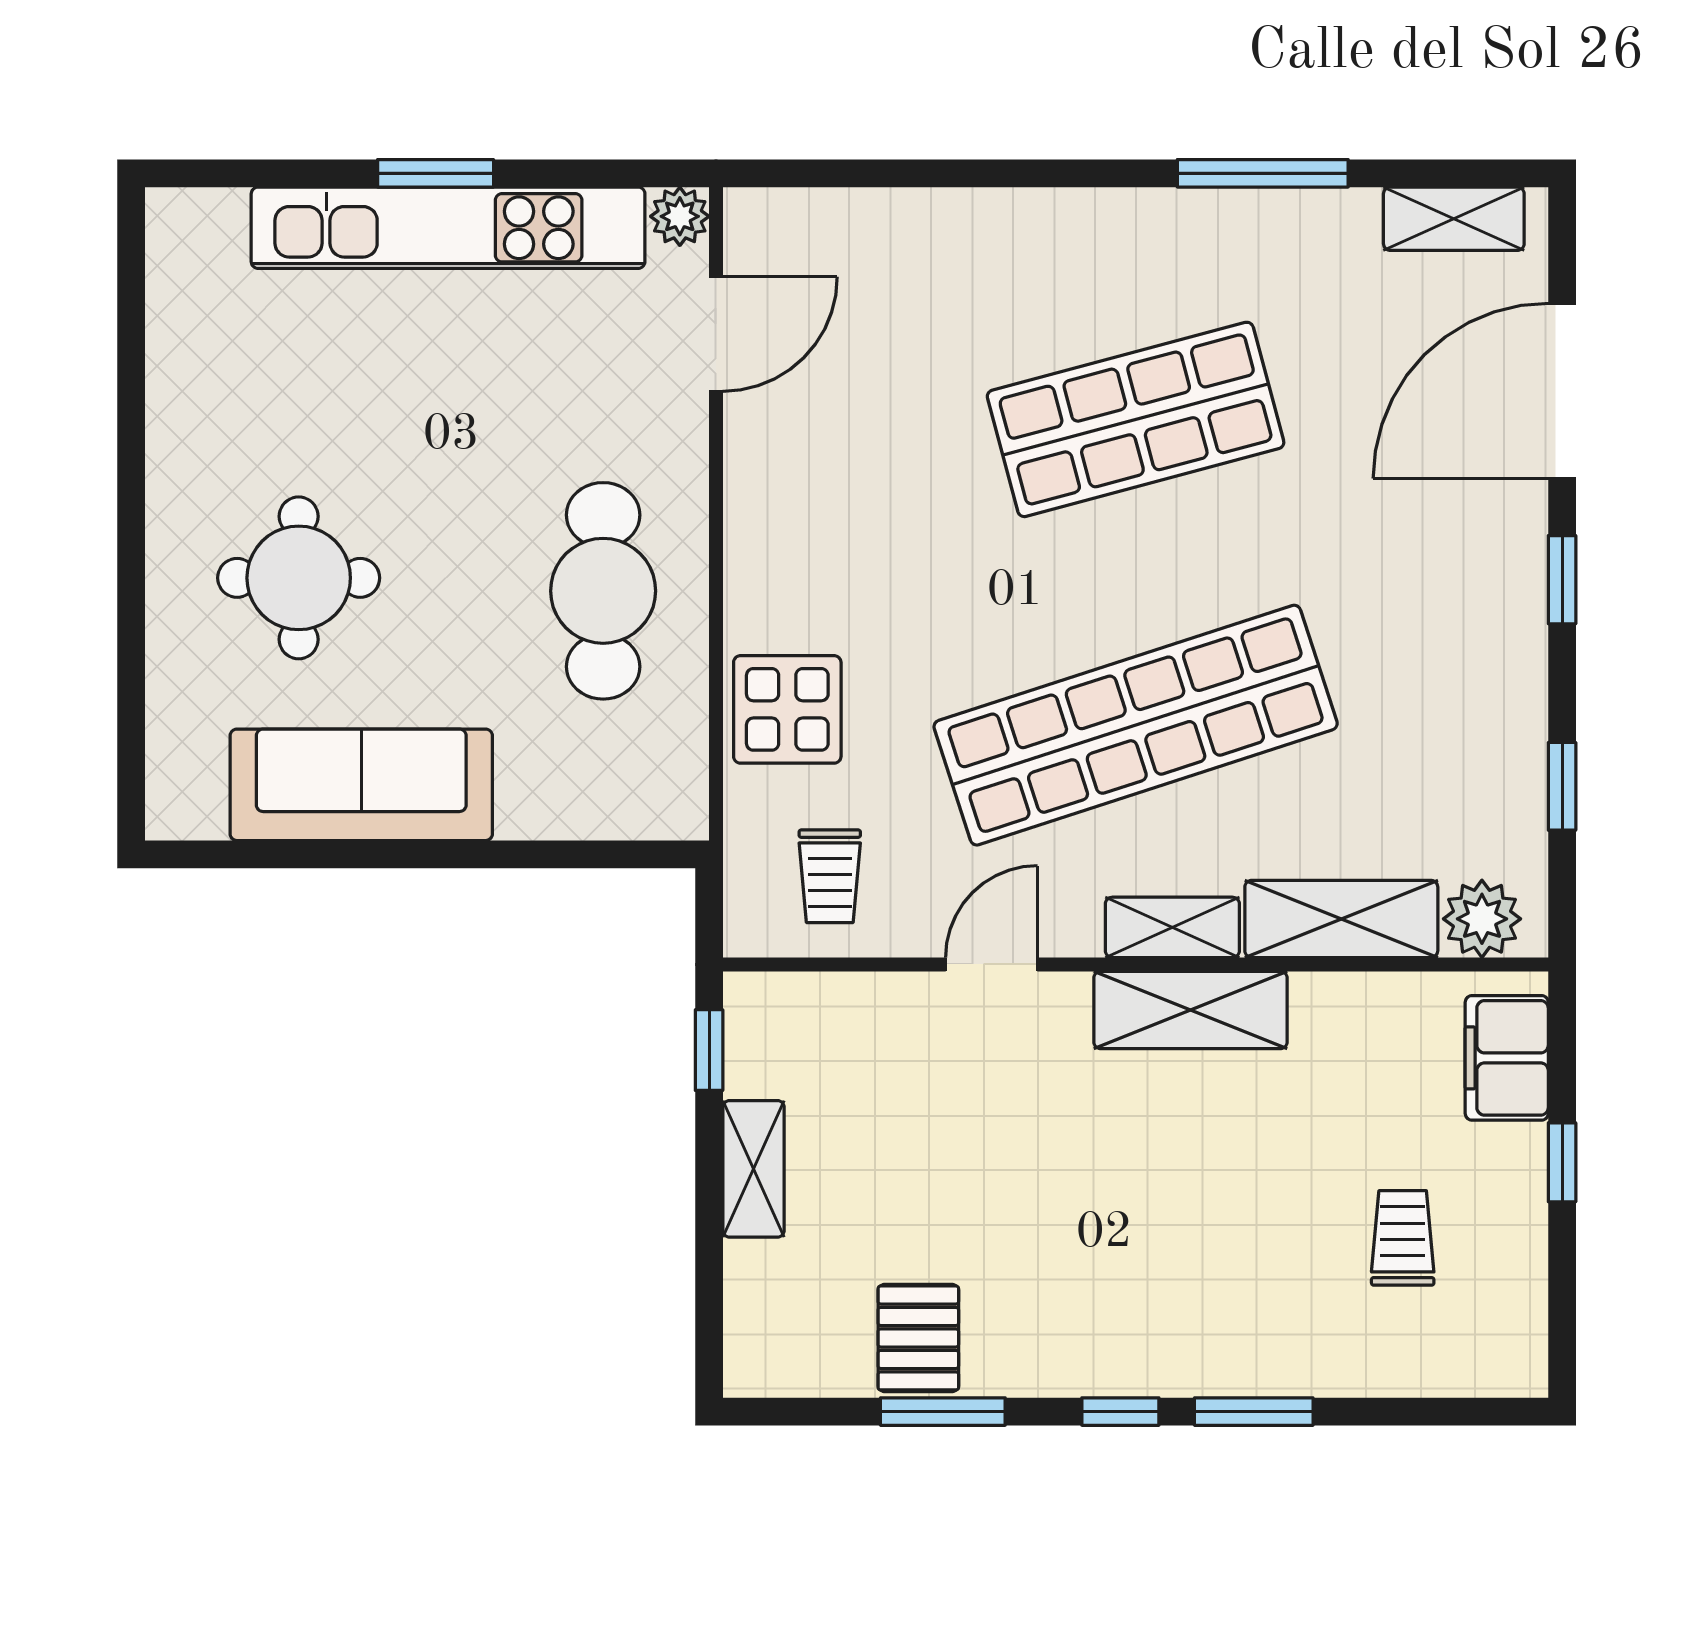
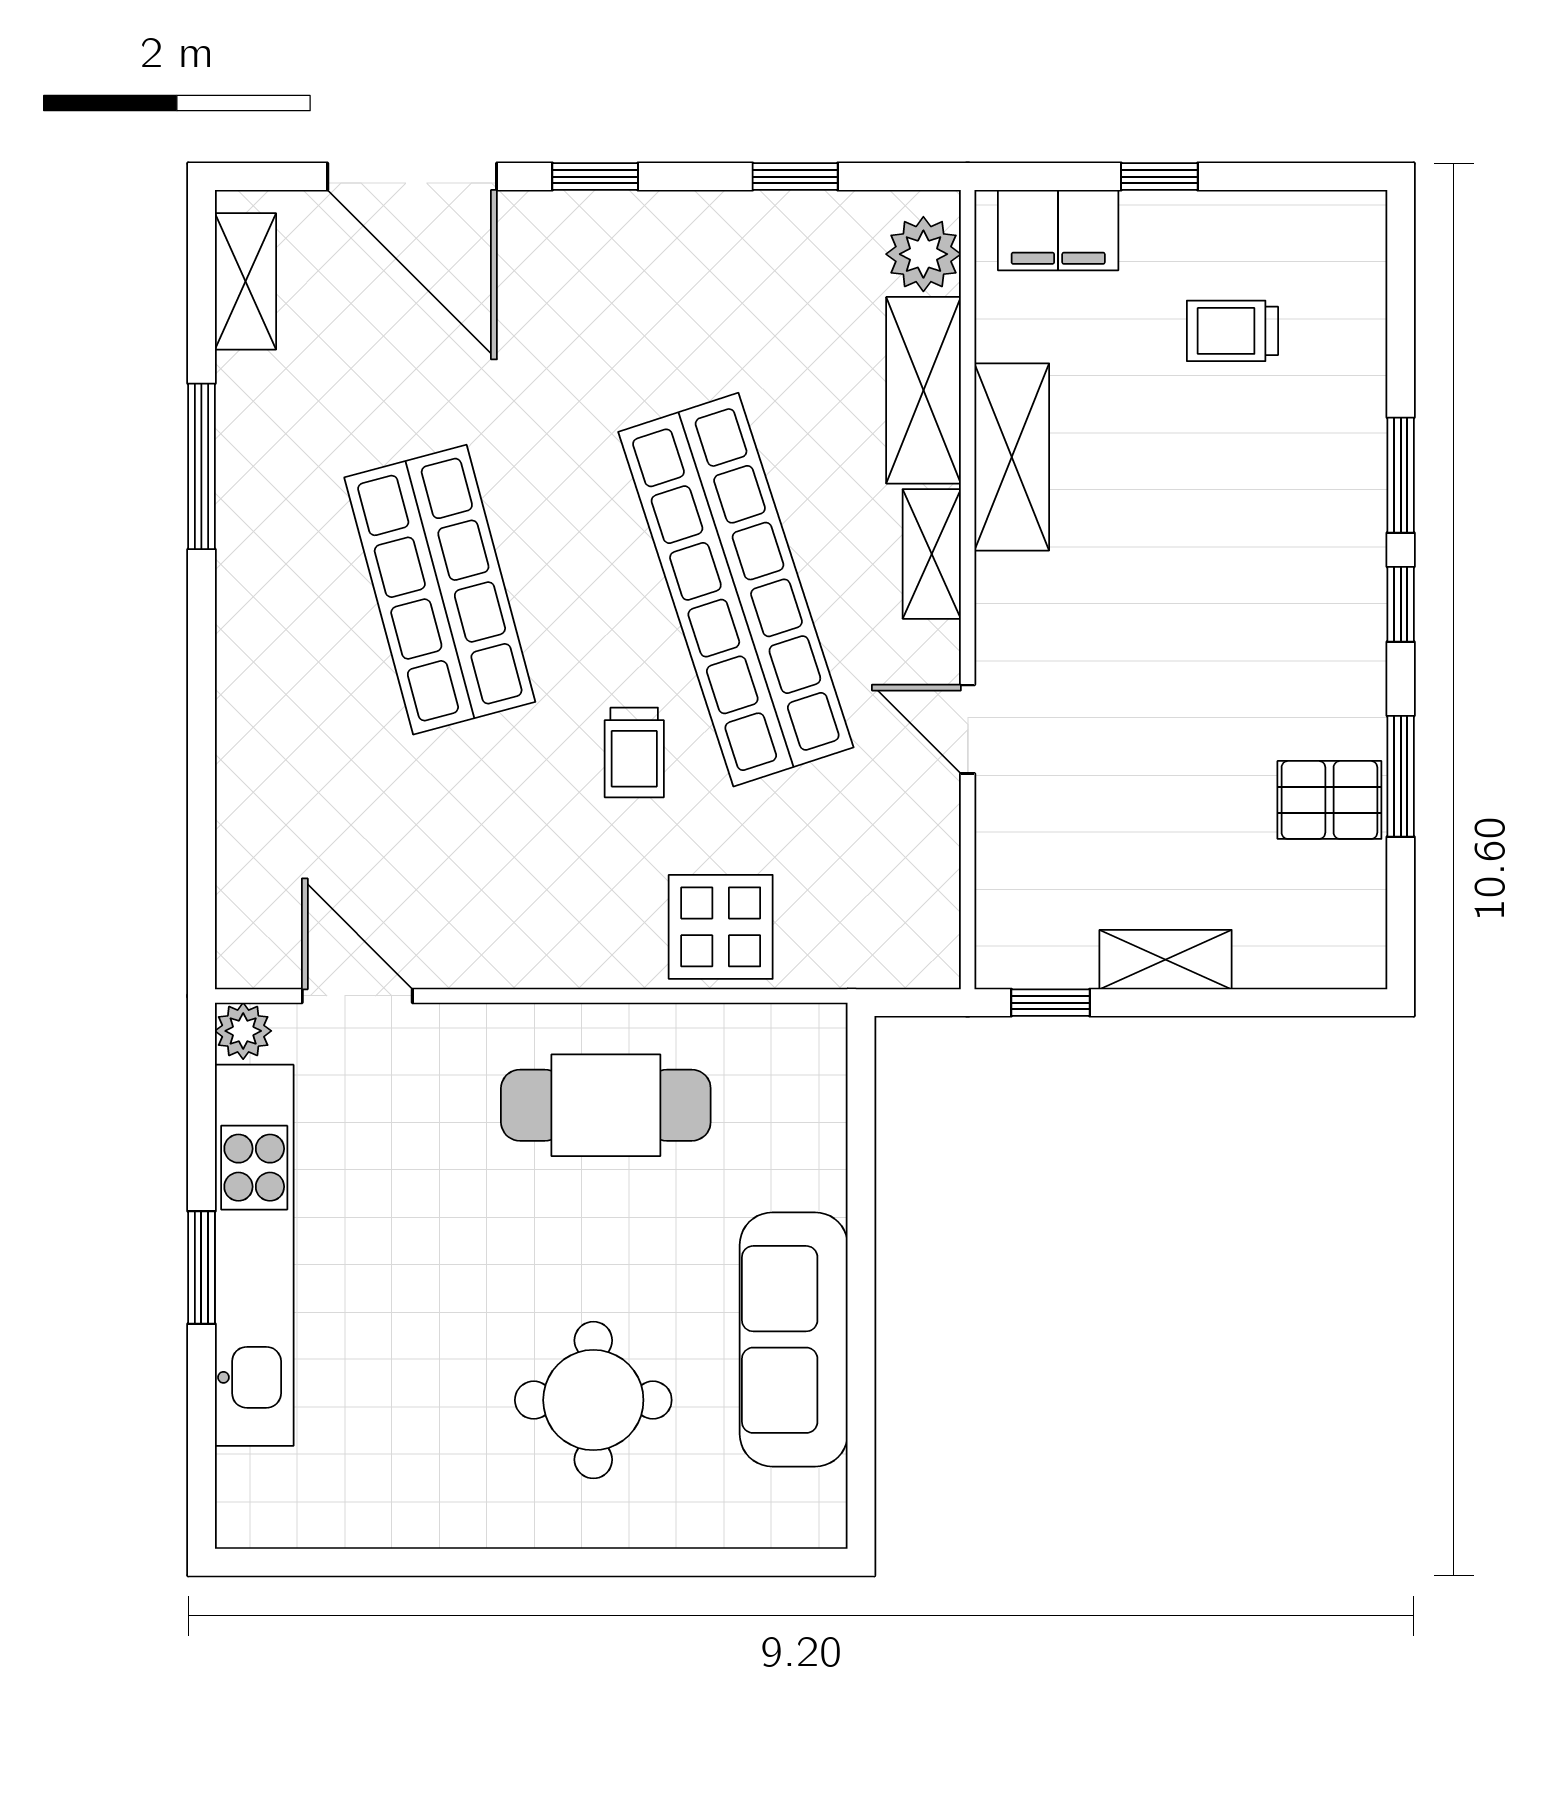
trolley: (830, 876) -> (634, 752), moved, turned 90
shelving: (1191, 1010) -> (1012, 457), moved

